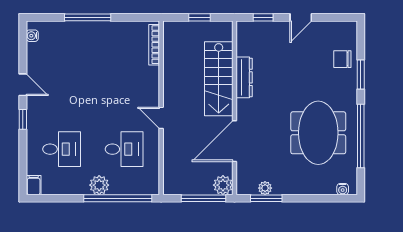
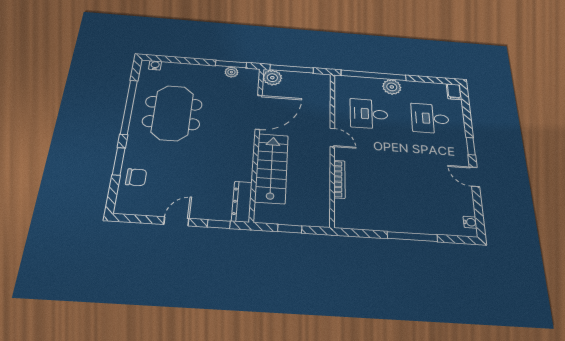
bookcase: (154, 45) -> (339, 179), moved
dresser: (244, 77) -> (242, 202), moved

